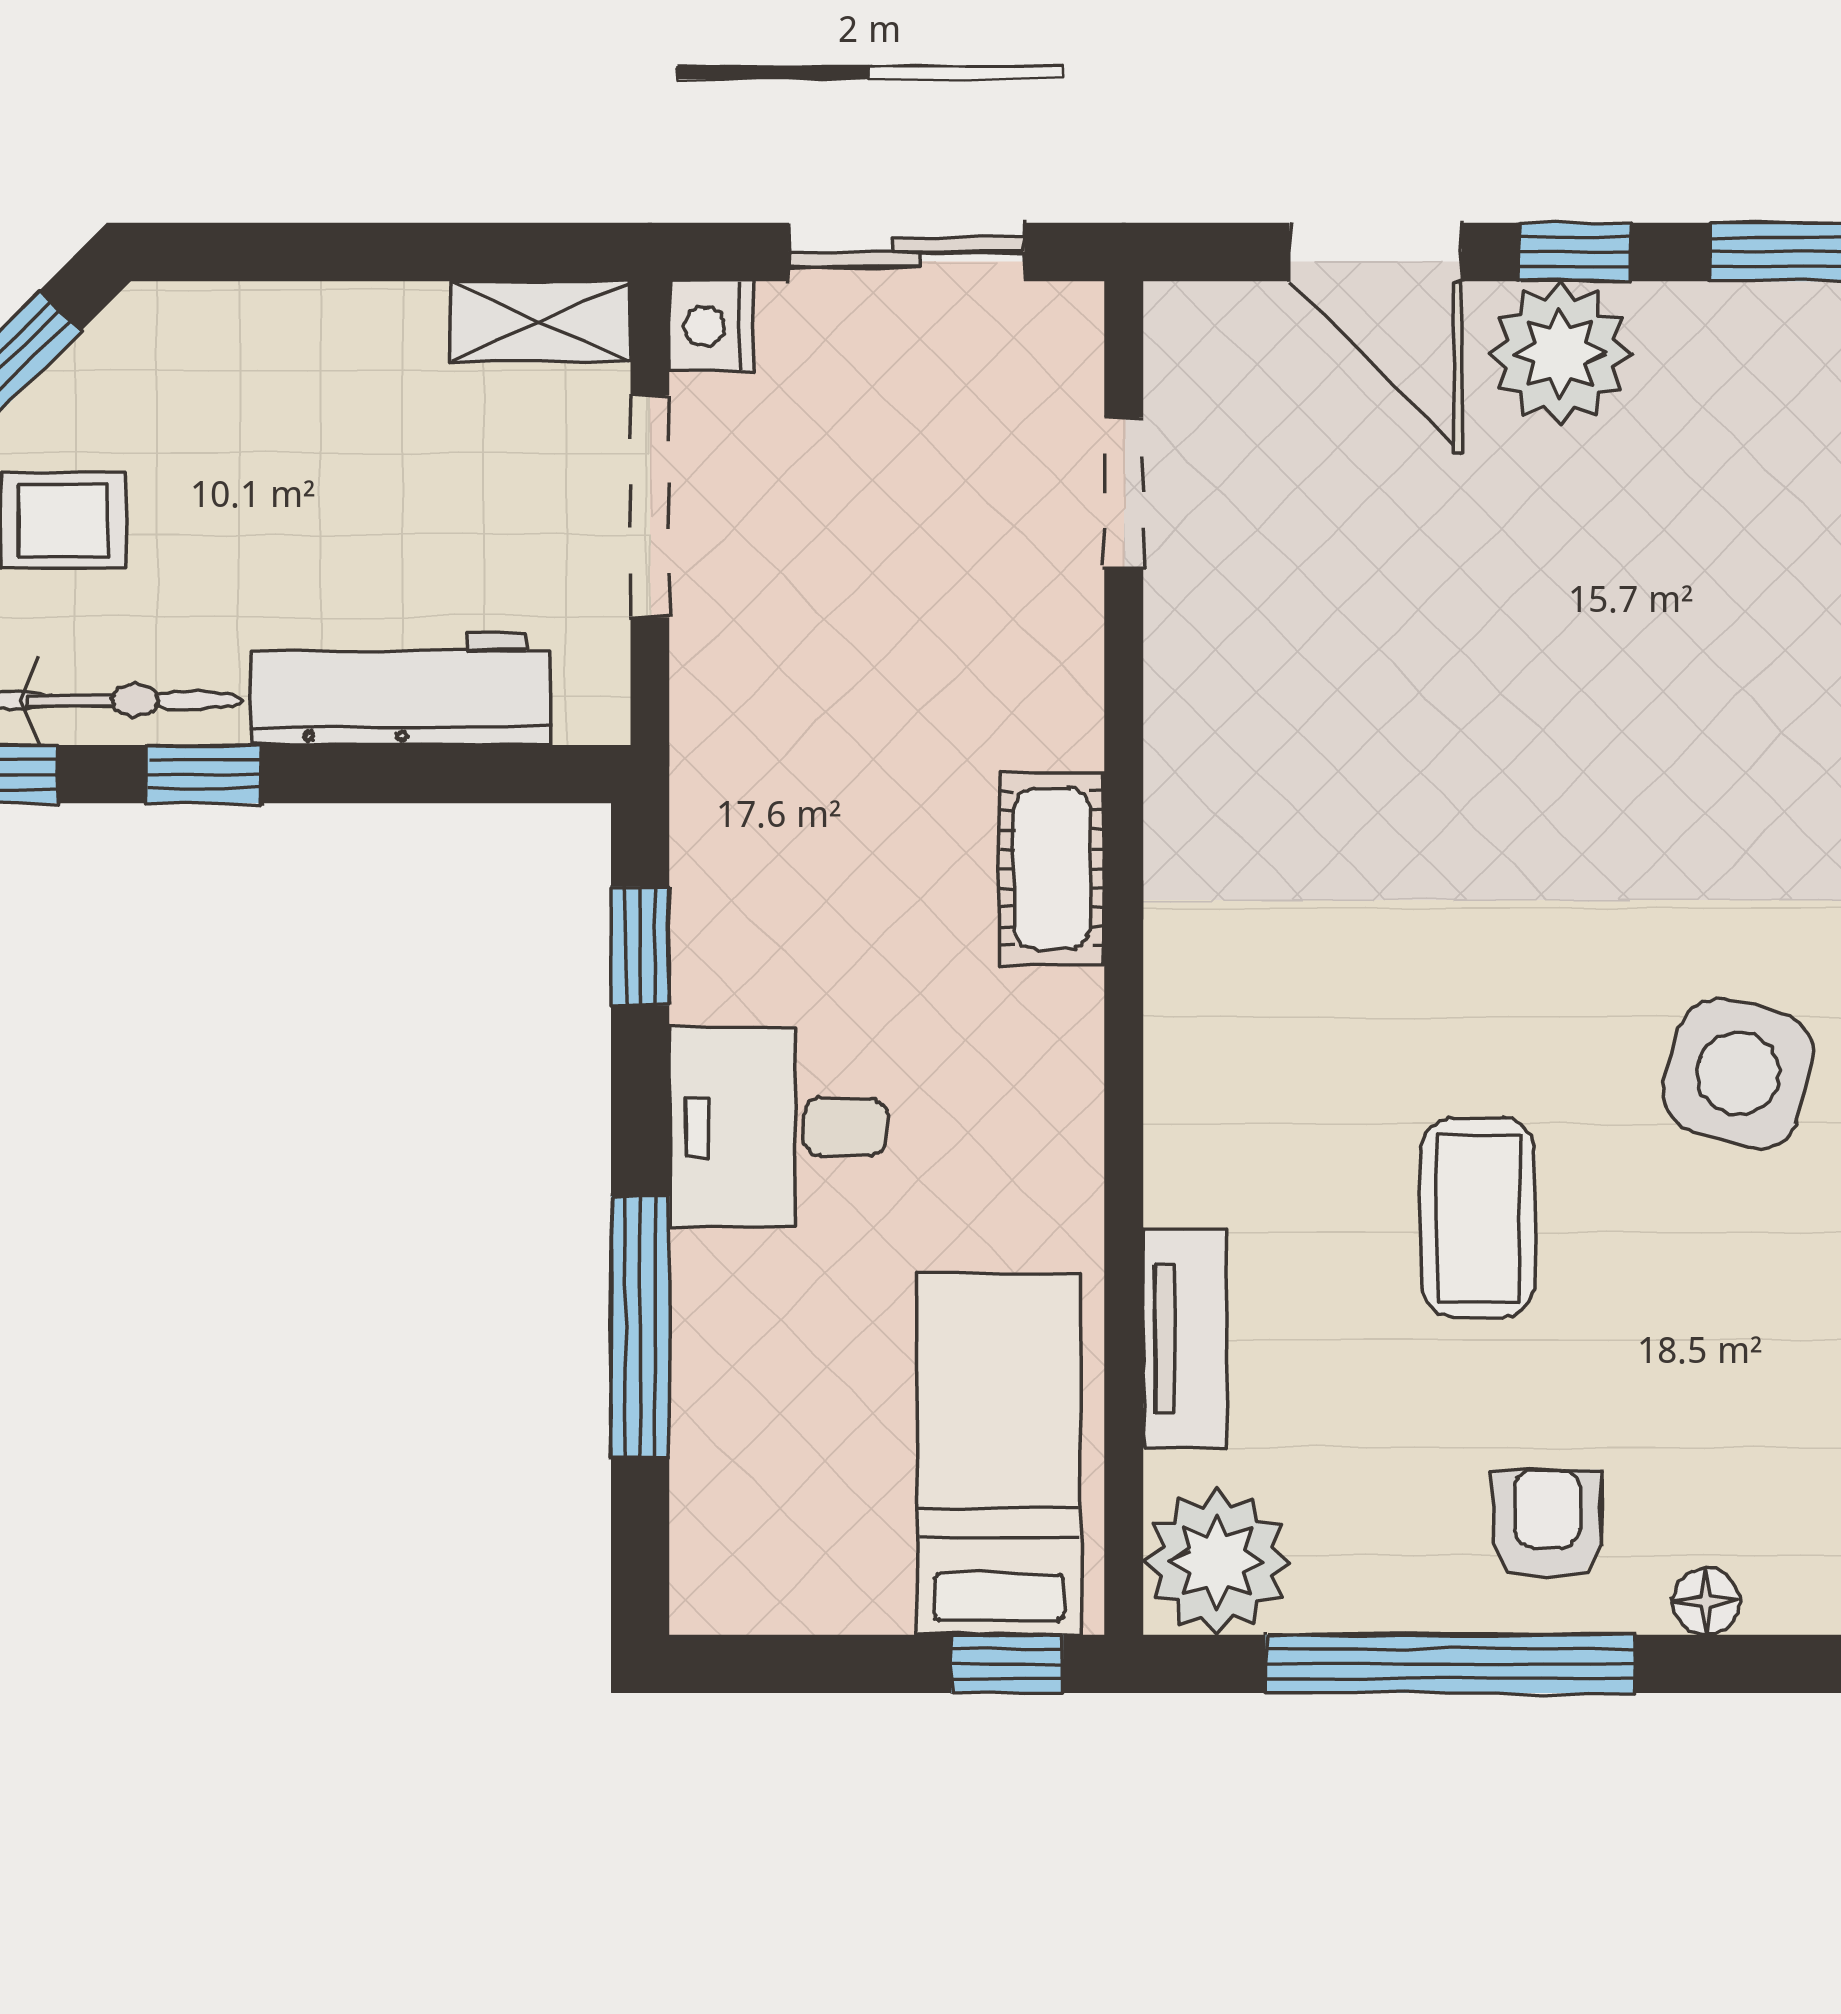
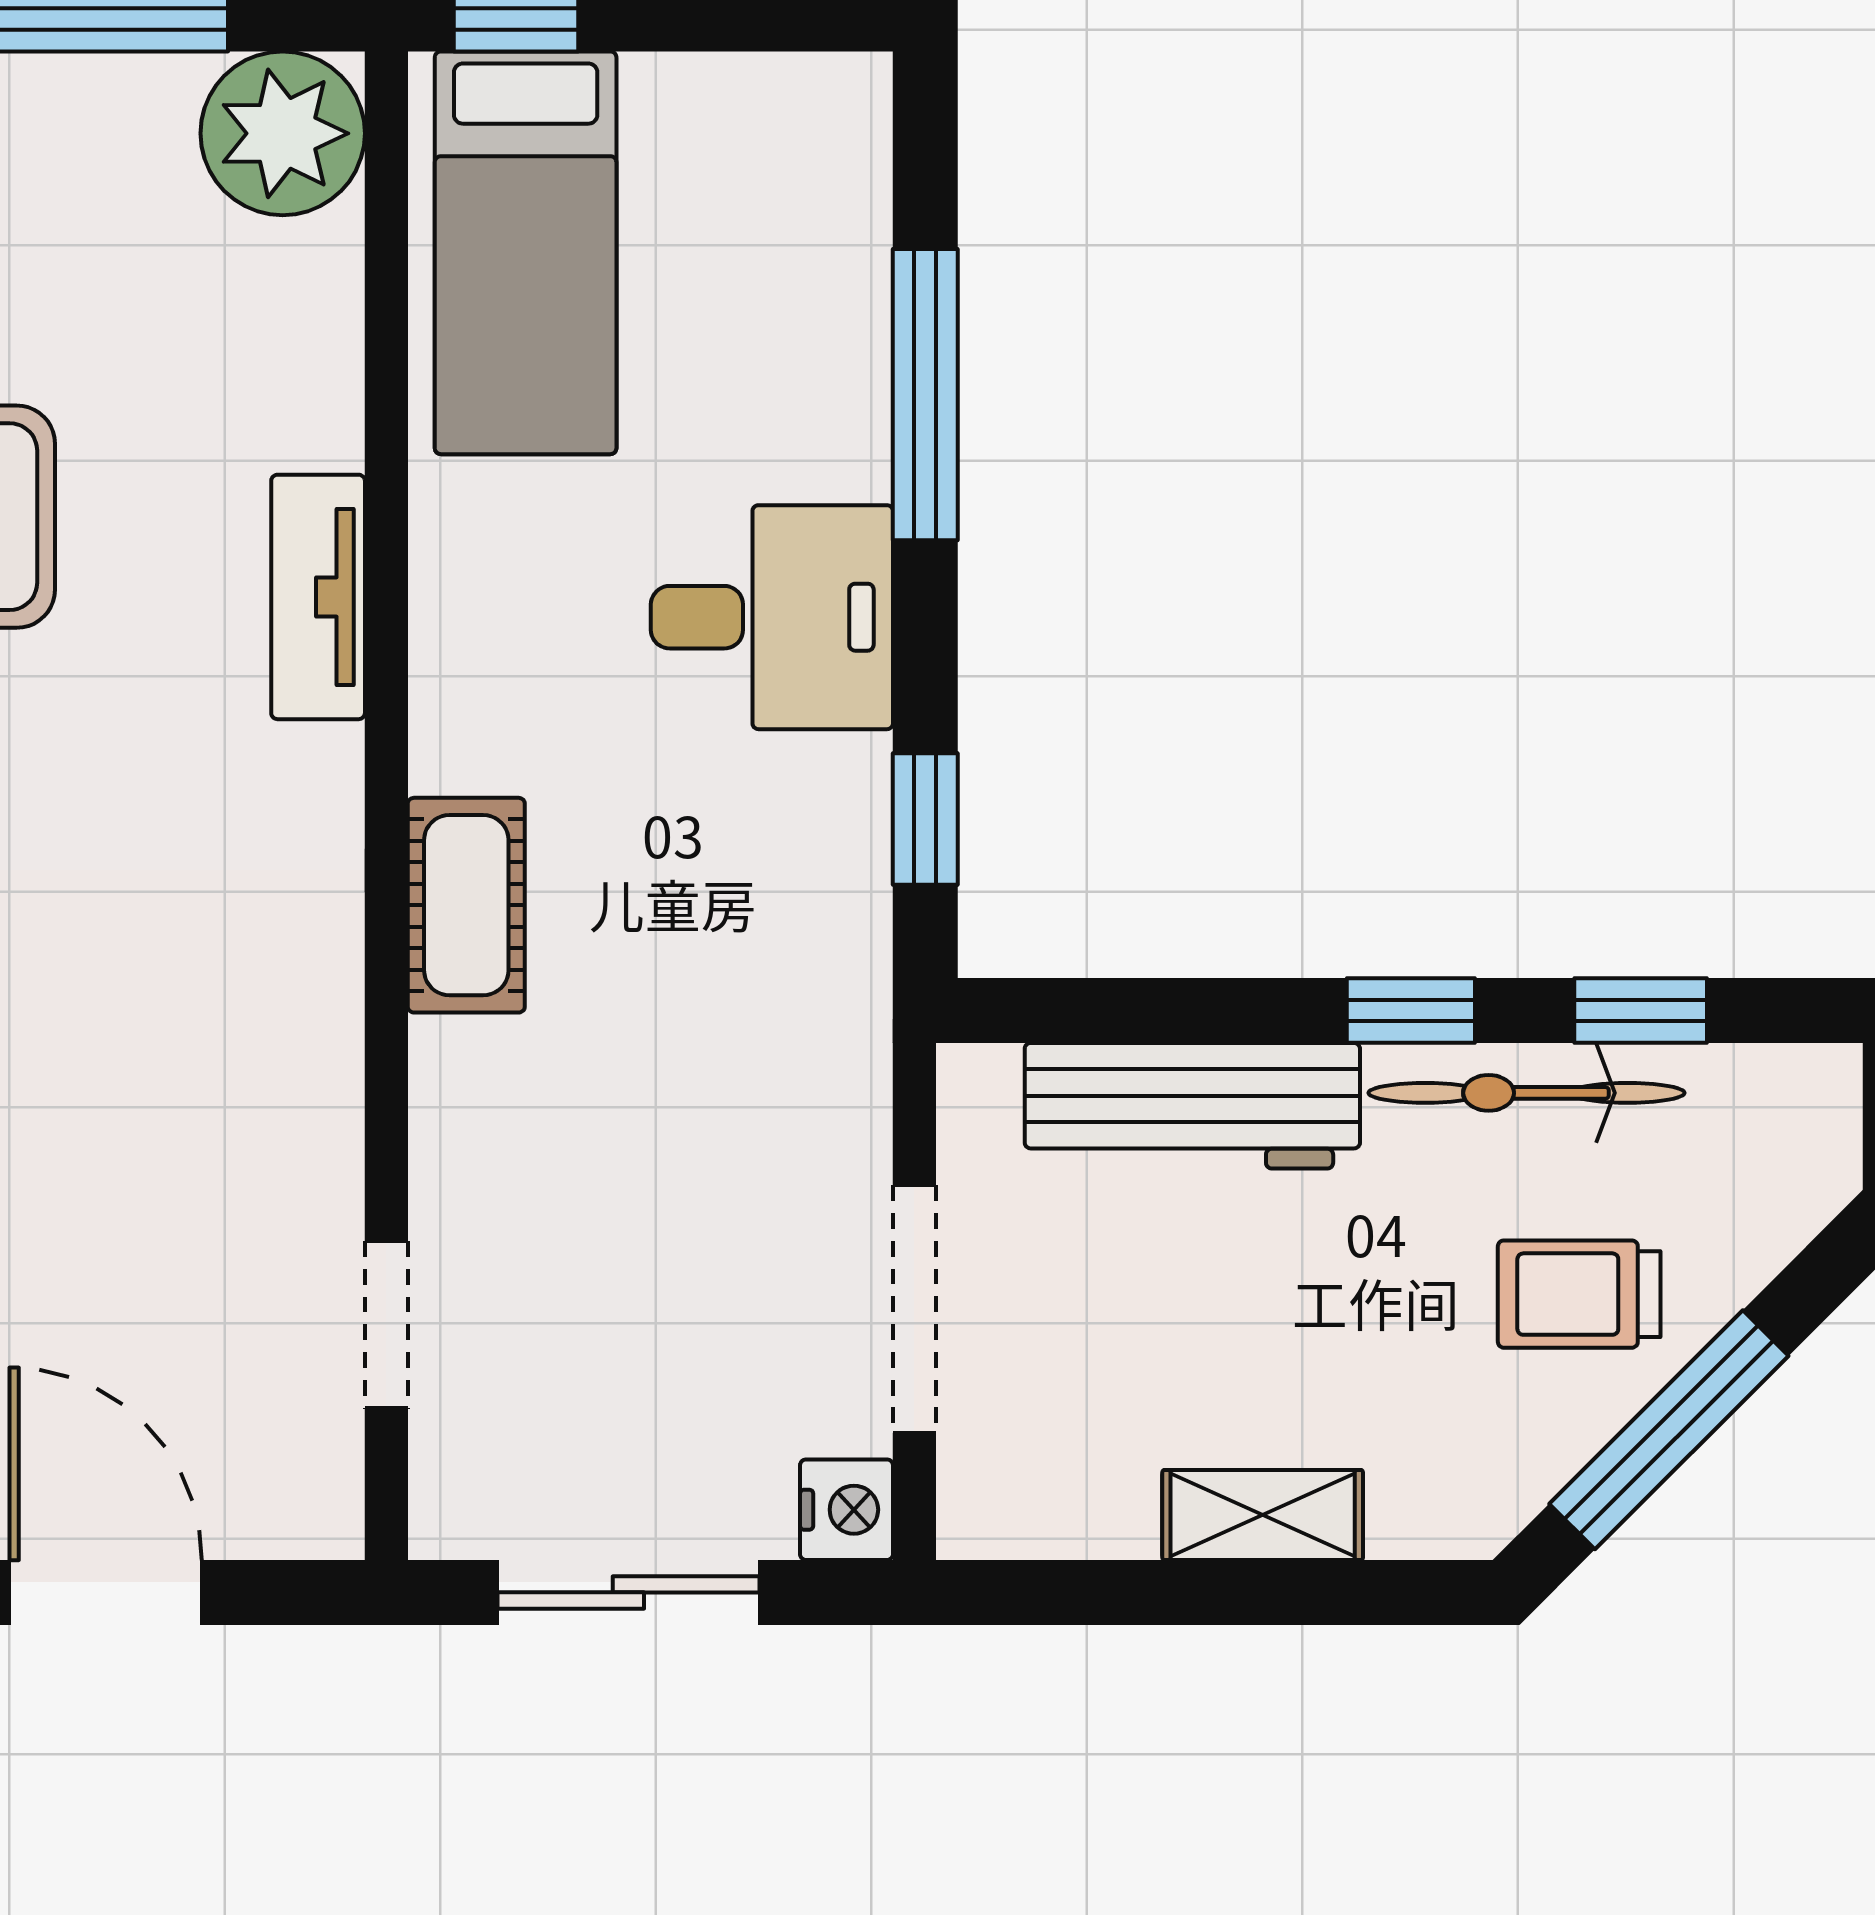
shelving: (541, 322) -> (1263, 1515), moved
tv unit: (1185, 1339) -> (318, 597), moved

